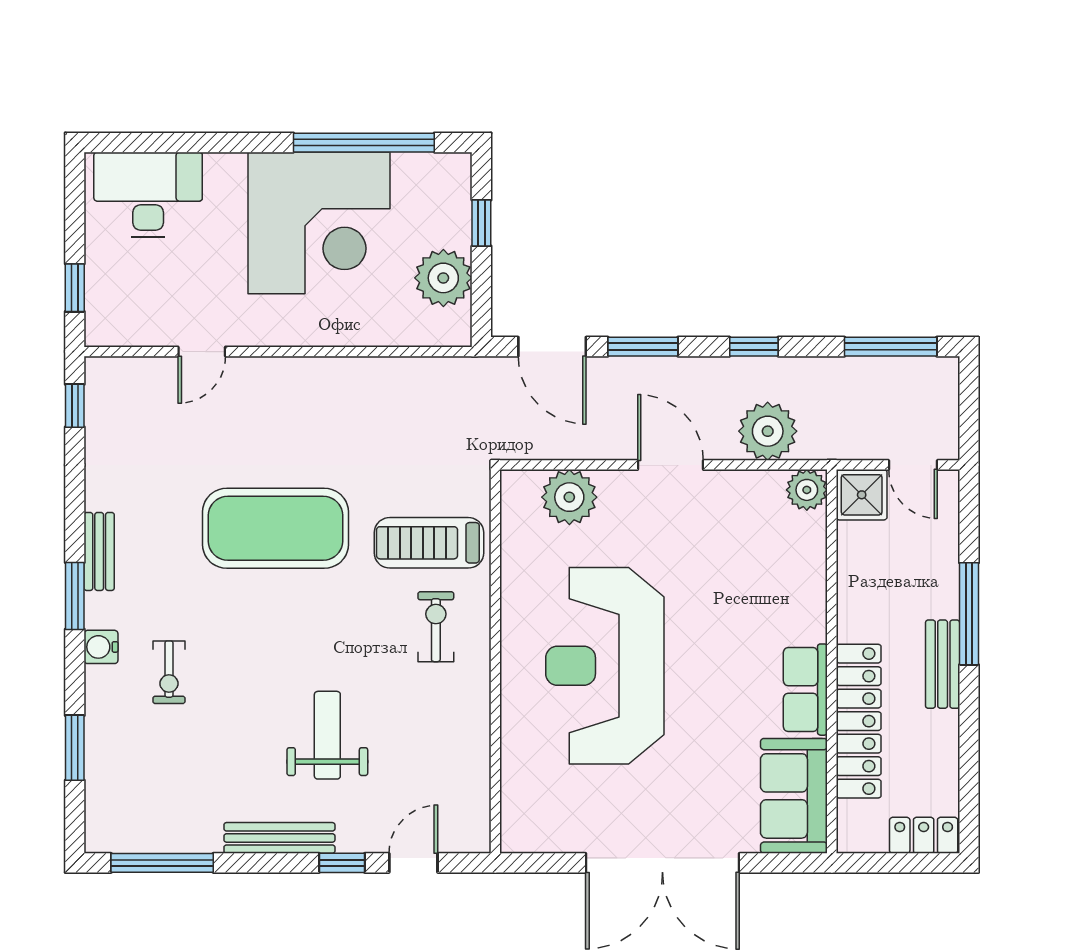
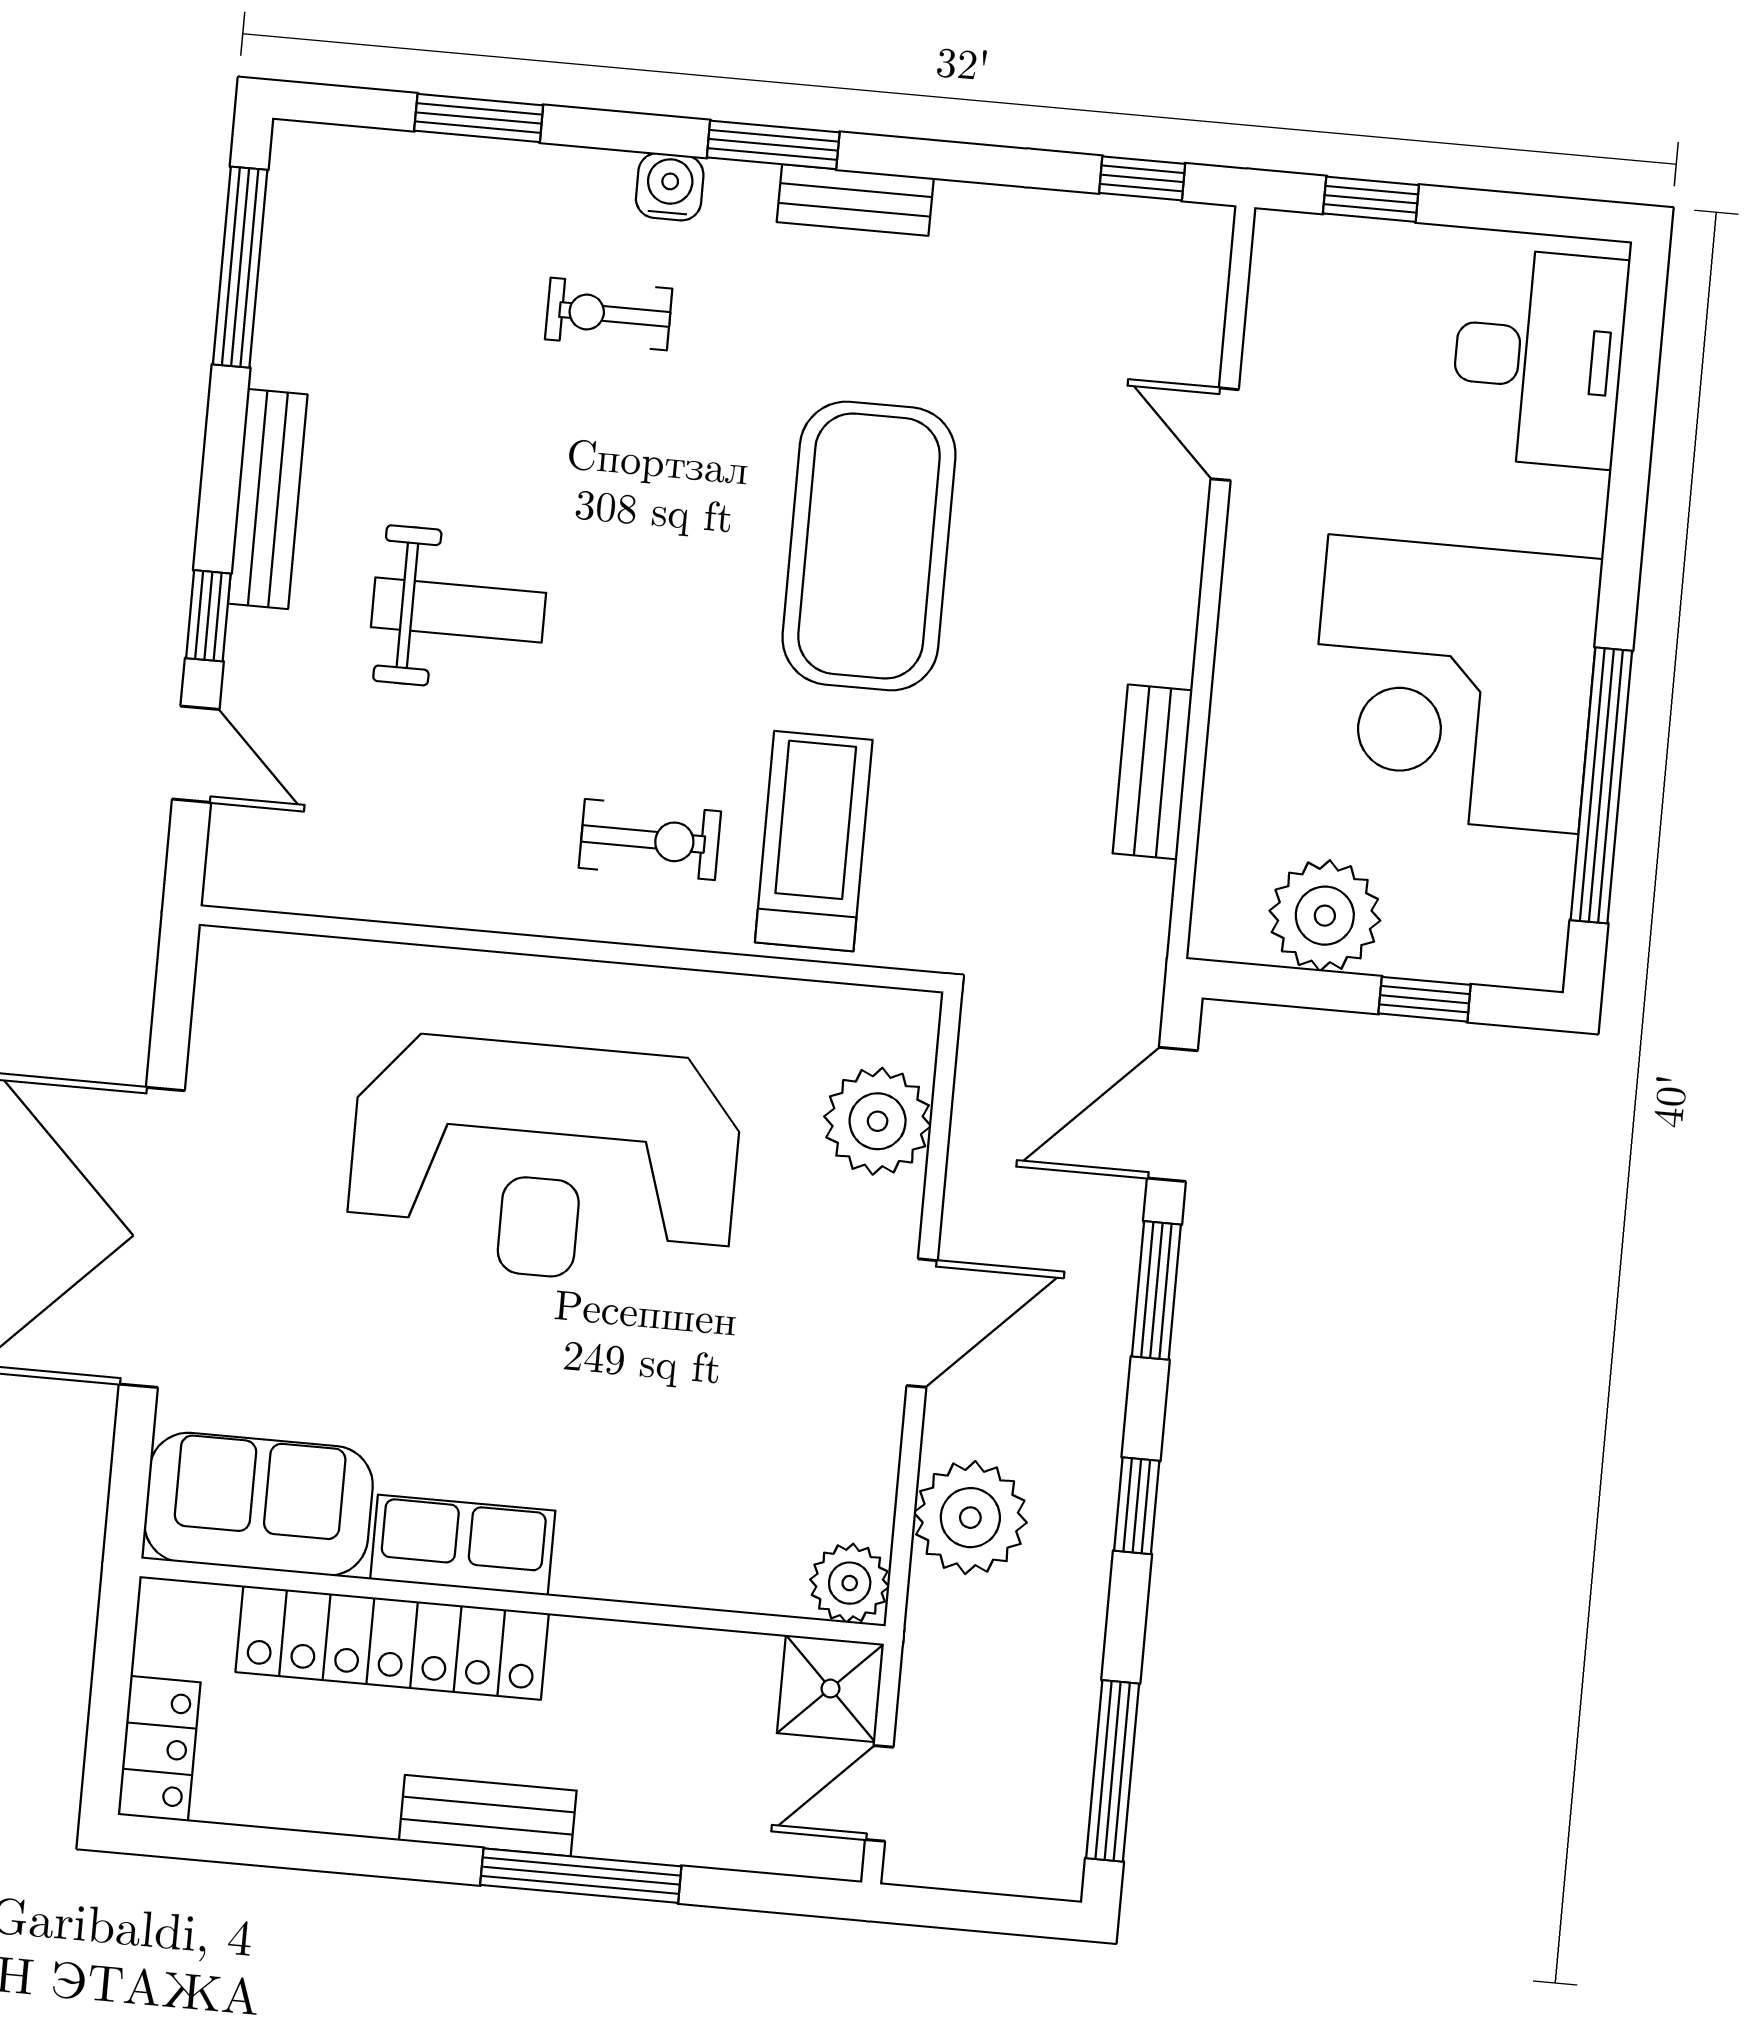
bench: (378, 373) -> (1153, 772), added
reception desk: (605, 666) -> (544, 1160), turned 180

